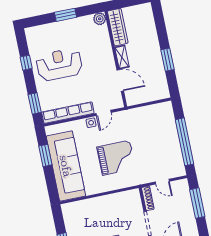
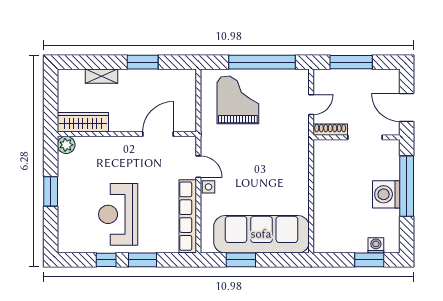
shelving: (122, 57) -> (102, 76), moved
window: (35, 103) -> (143, 260), moved
grand piano: (116, 158) -> (238, 100), moved

